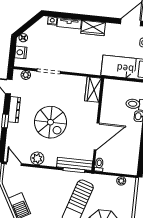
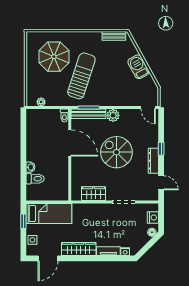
wardrobe: (93, 28) -> (79, 249), width x1.50
plant: (26, 75) -> (146, 196), removed
wardrobe: (93, 90) -> (94, 194), moved, turned -90
door: (97, 136) -> (70, 143), swing flipped
plant: (37, 158) -> (113, 115), moved

